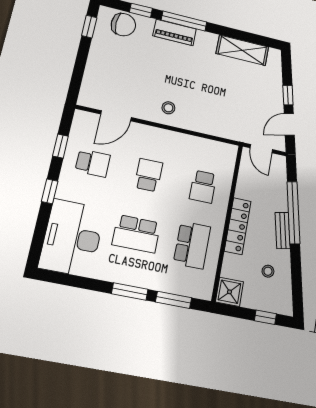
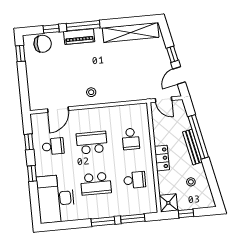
shelving: (242, 50) -> (131, 32), width x1.47
school desk: (149, 175) -> (92, 143), width x1.85
locker: (238, 226) -> (162, 158), width x0.66
bench: (283, 230) -> (192, 147), width x1.36
school desk: (192, 245) -> (135, 180), width x0.54
window: (265, 317) -> (186, 213), moved

